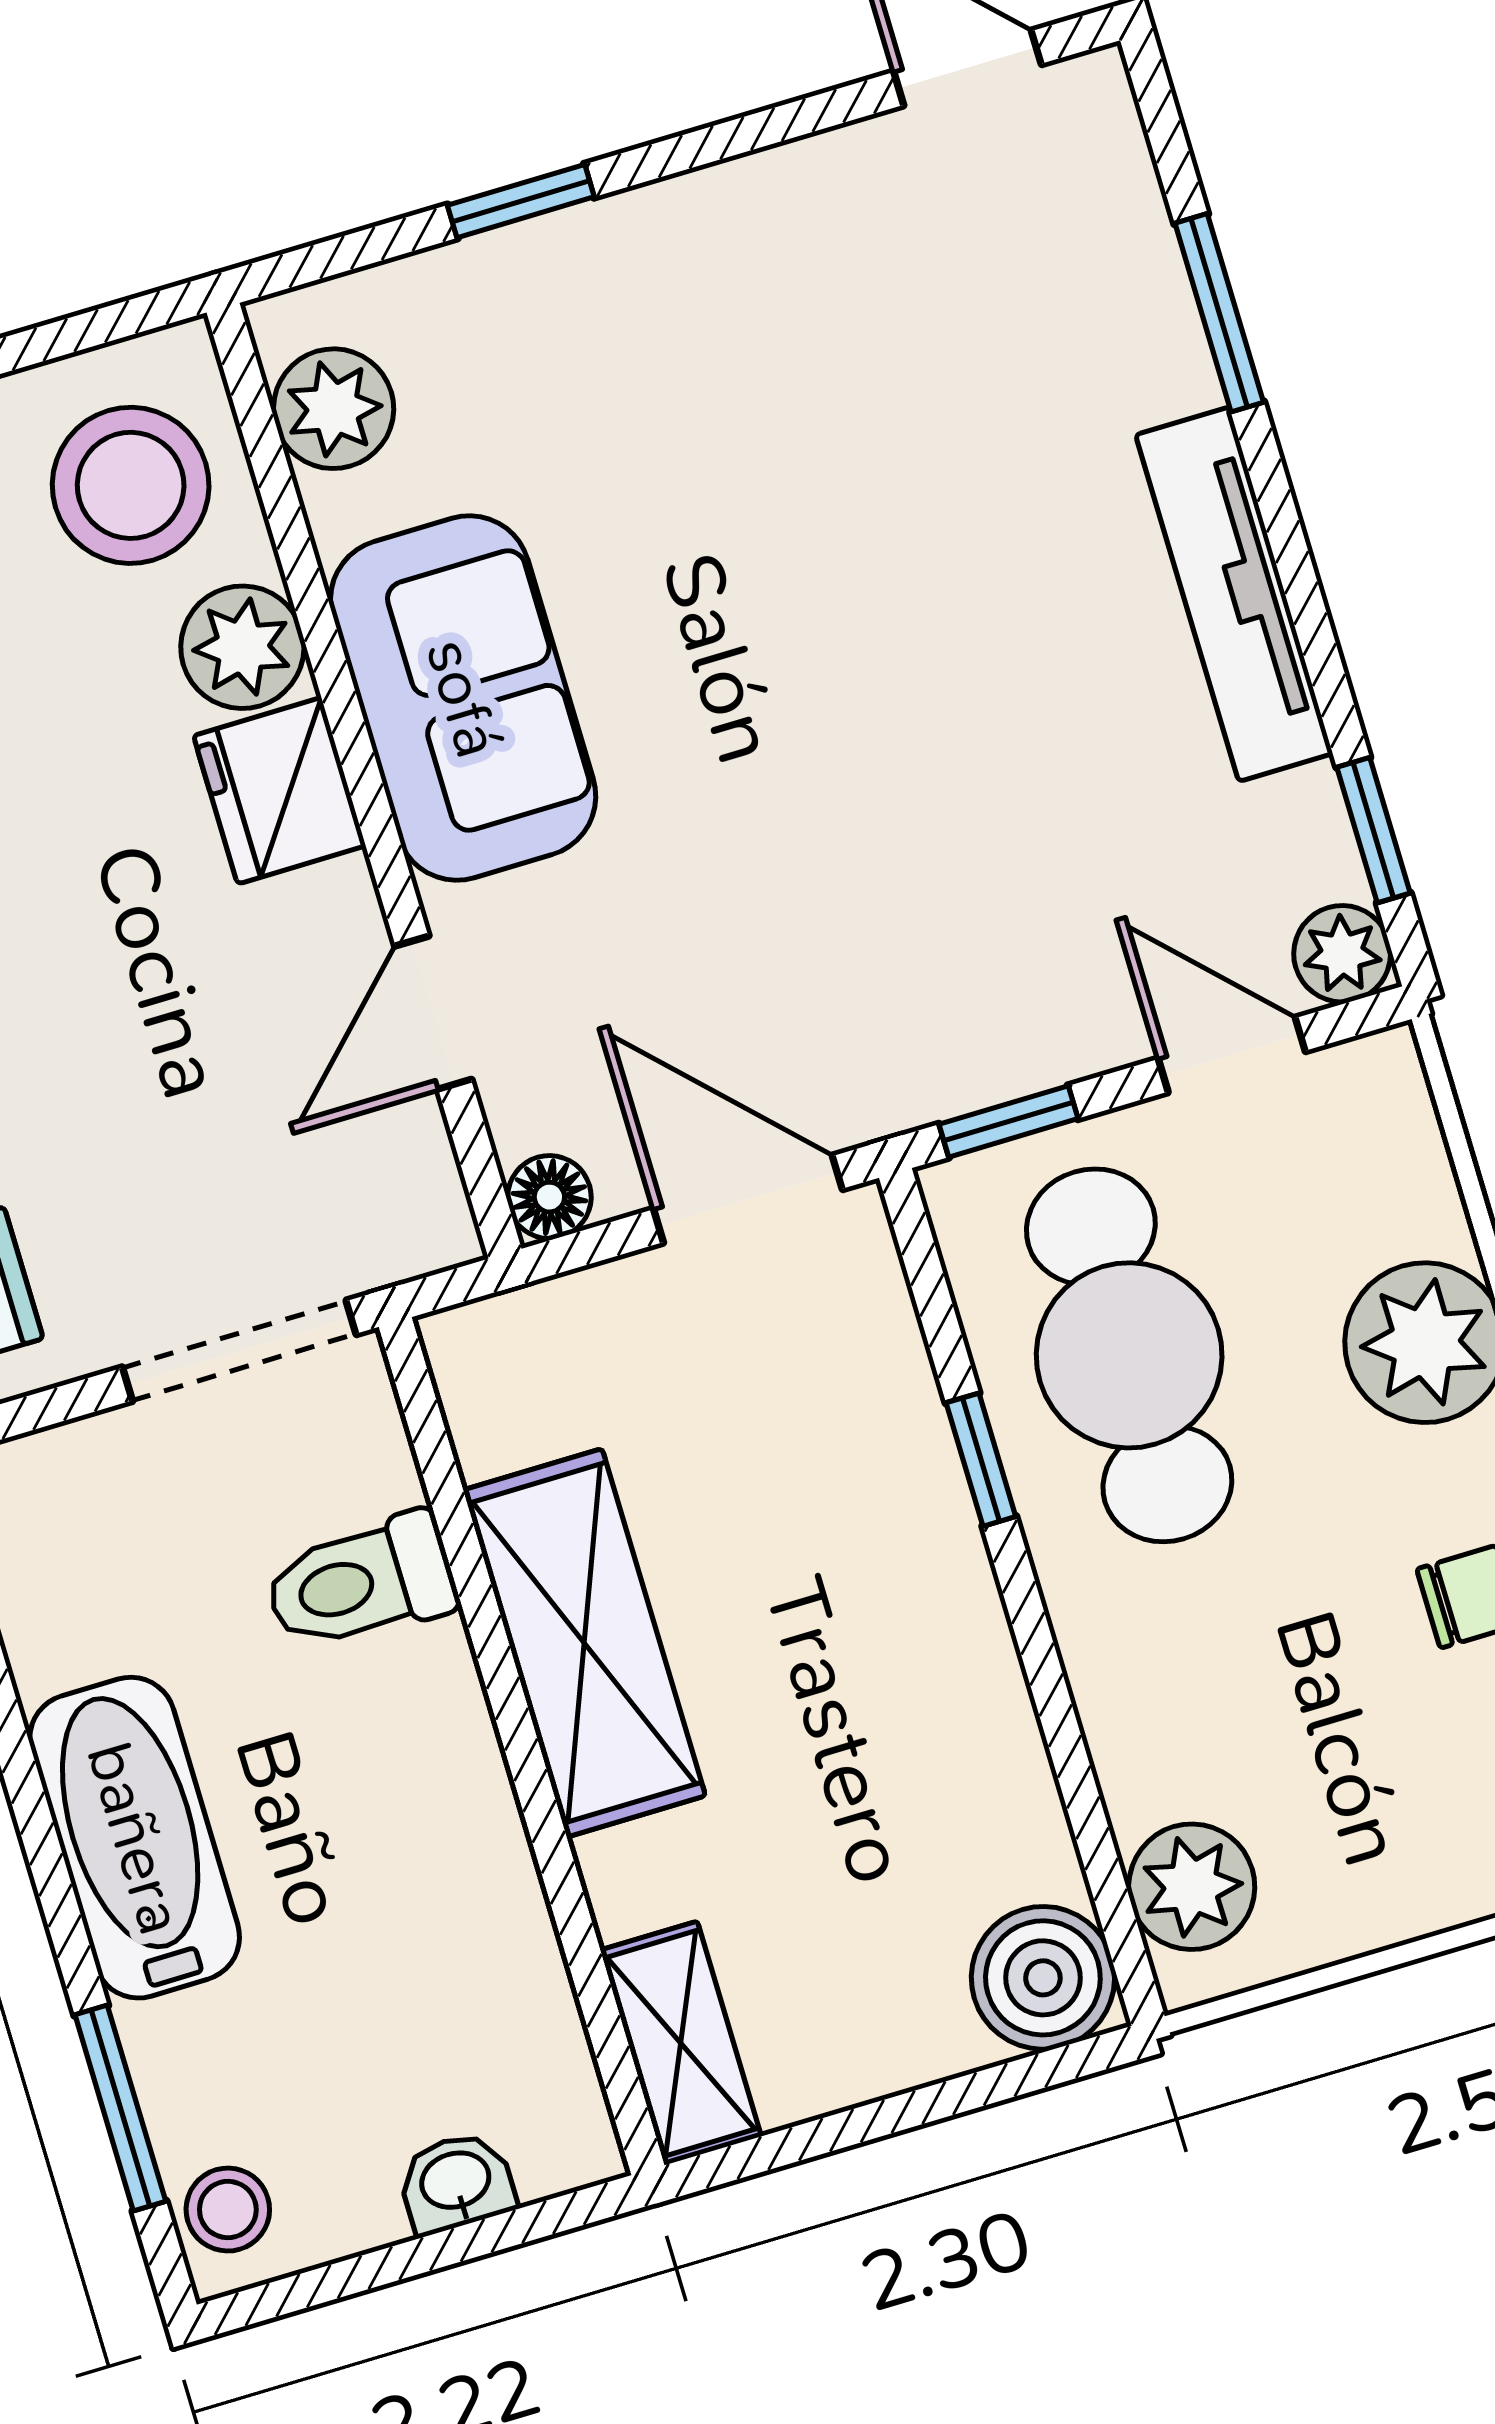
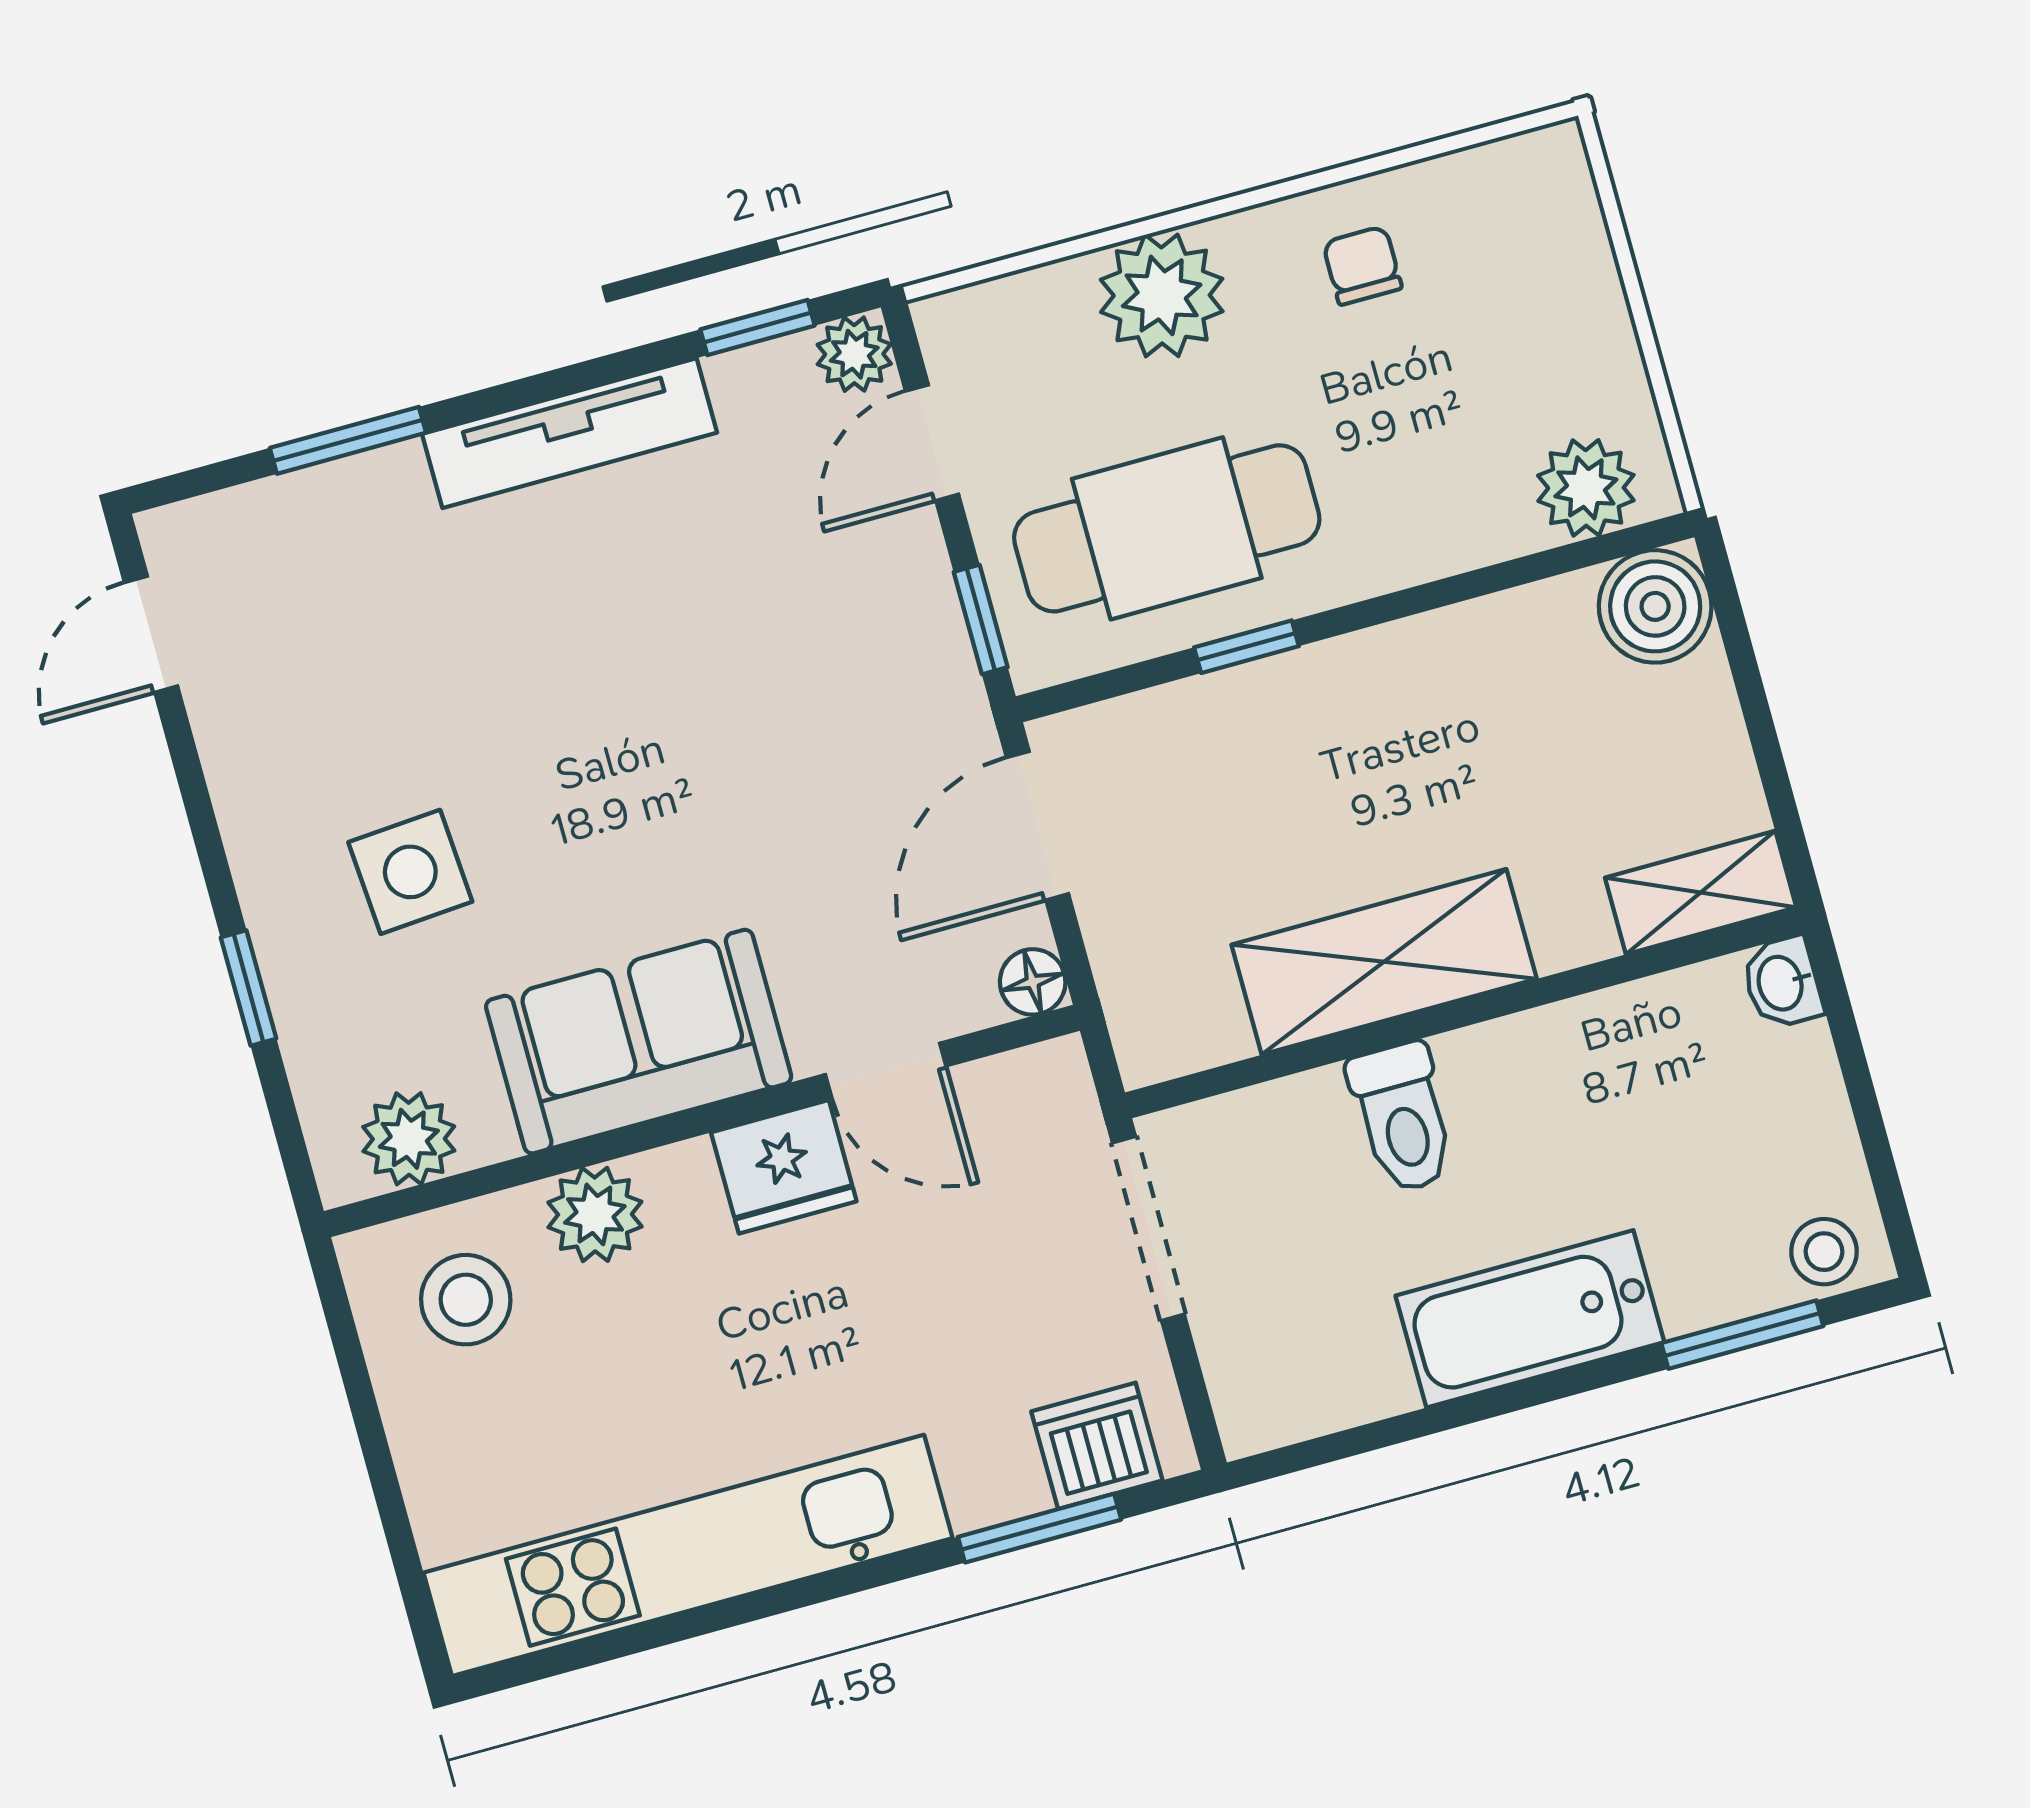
side table: (673, 404) -> (410, 872), added
stool: (131, 485) -> (466, 1300), width x0.73, depth x0.73
fridge: (280, 791) -> (784, 1167), moved
toilet: (361, 1582) -> (1402, 1118), moved
washbasin: (456, 2183) -> (1782, 983), moved

